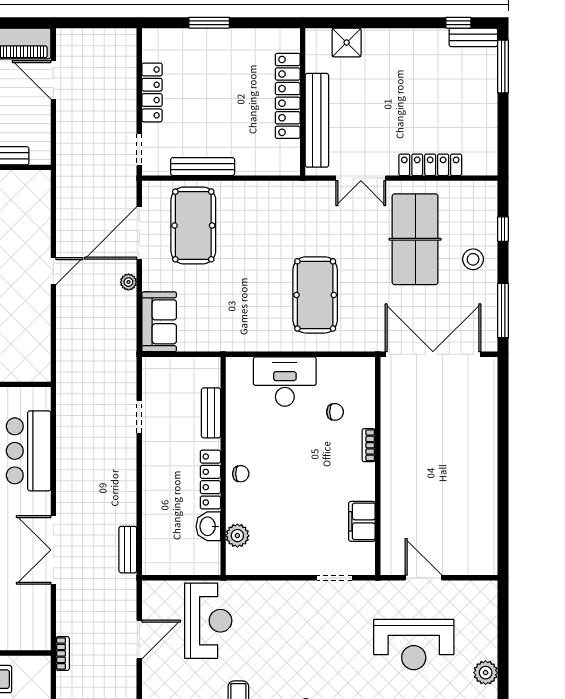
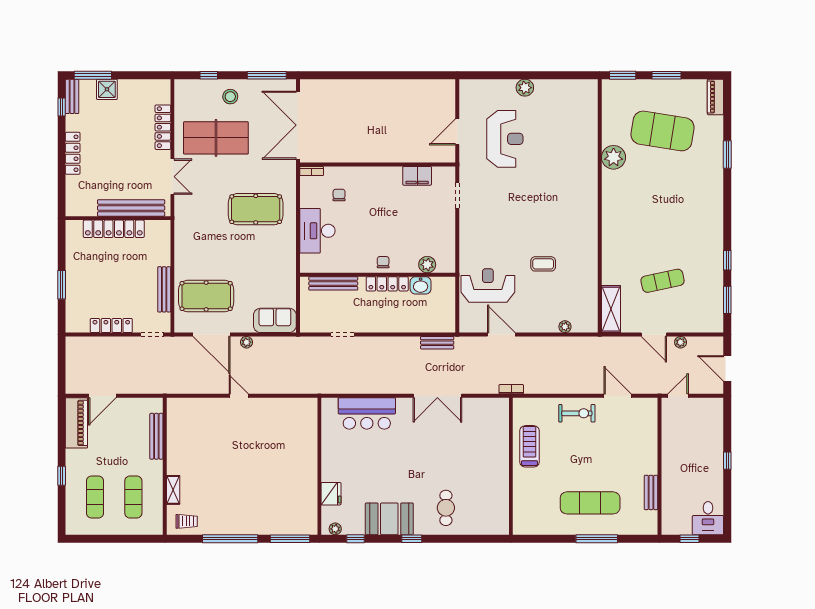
locker: (394, 38) -> (73, 153), added
shower: (347, 43) -> (107, 89), moved
bench: (211, 413) -> (333, 283), width x1.36
bookcase: (369, 445) -> (312, 171), moved

